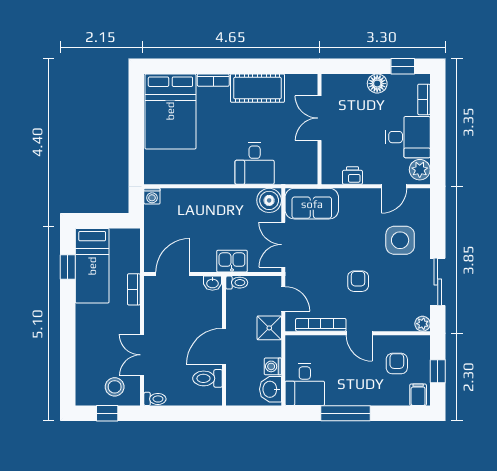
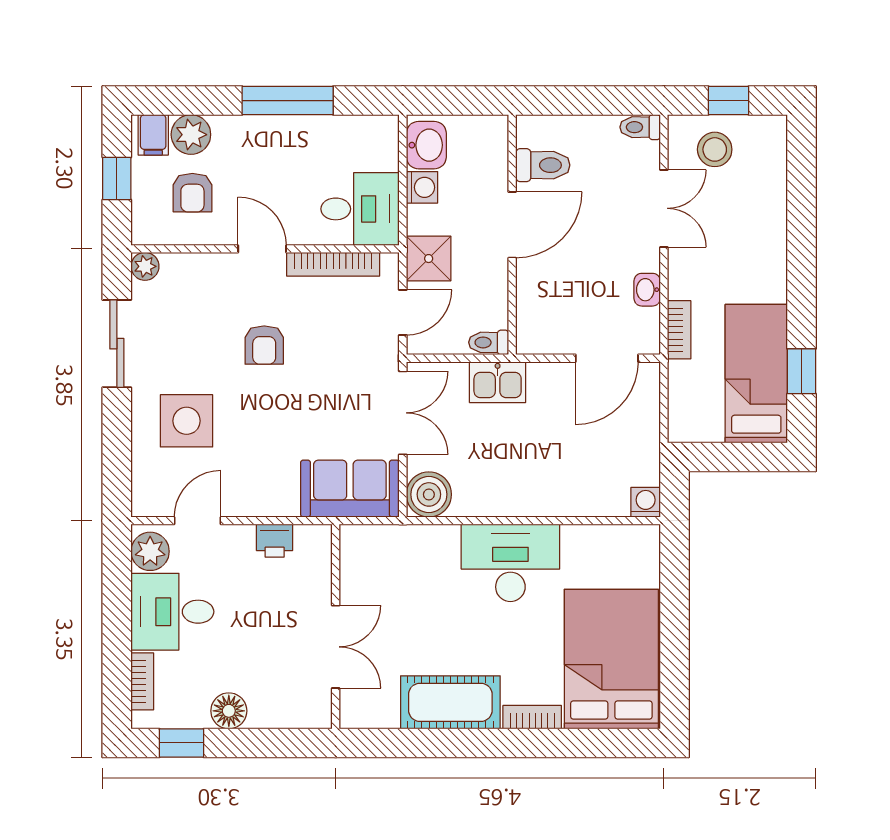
desk: (255, 163) -> (510, 563), moved, width x1.37
washbasin: (212, 283) -> (647, 290), moved, turned -90
door: (283, 299) -> (403, 312), swing flipped
desk: (305, 384) -> (360, 209), moved, turned 90
plant: (398, 395) -> (191, 135), added

